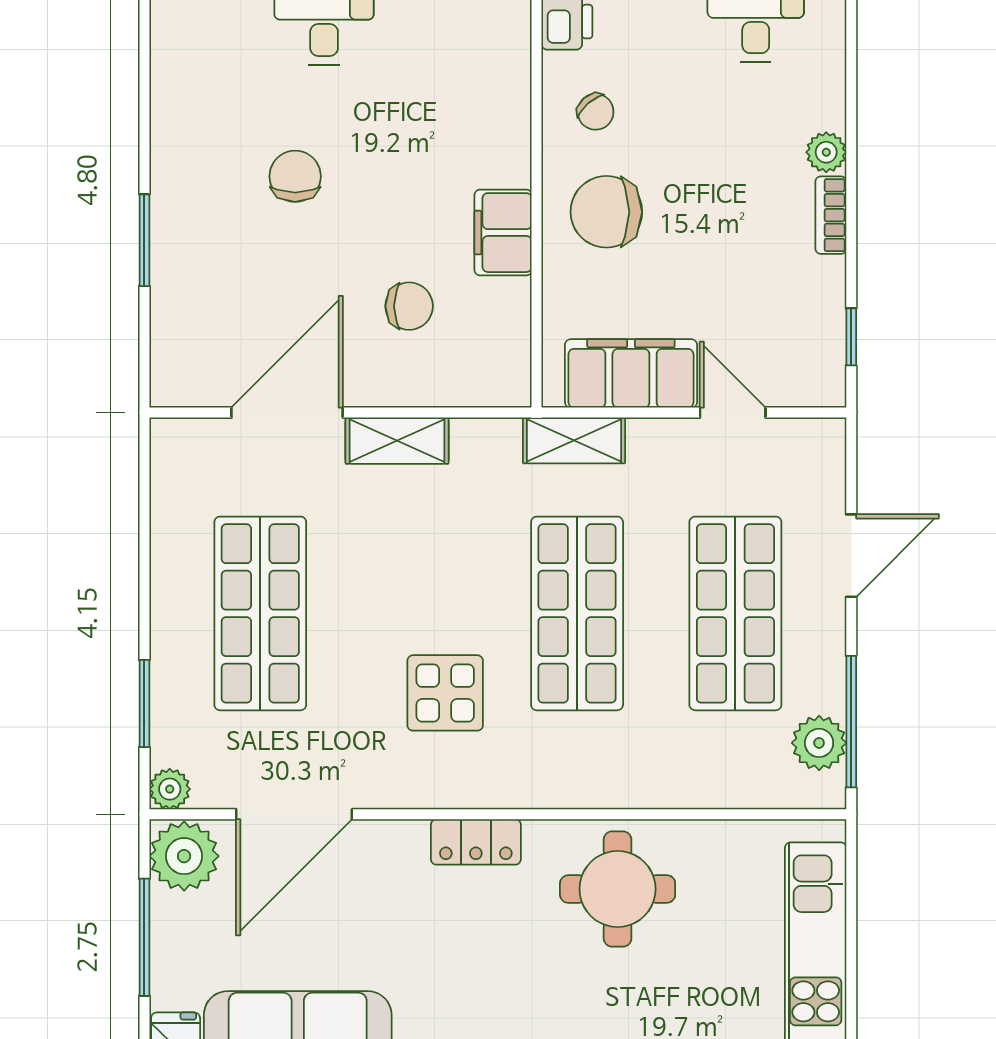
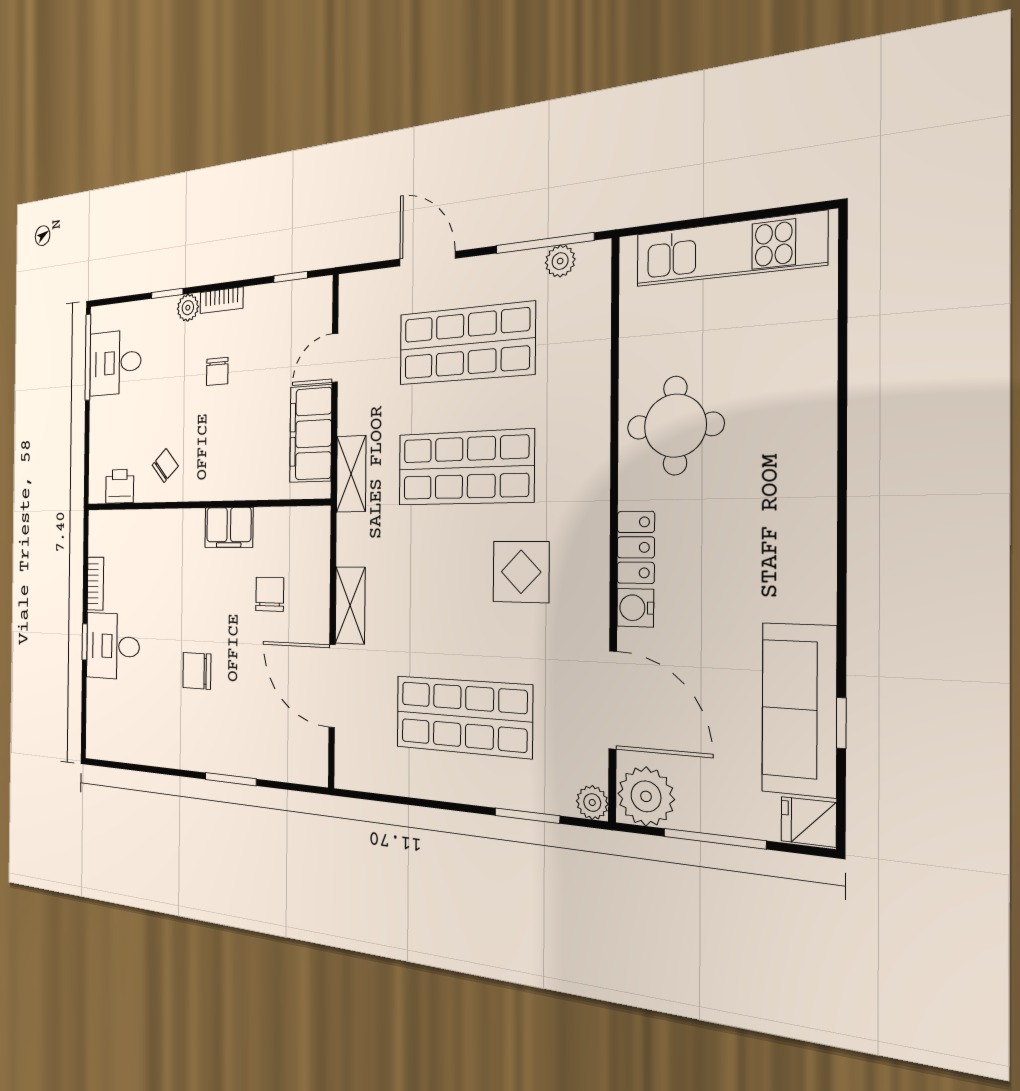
window: (851, 112) -> (167, 293), added
chair: (606, 212) -> (217, 371), moved, width x0.54, depth x0.54
plant: (819, 743) -> (560, 261), width x0.73, depth x0.73
water cooler: (405, 842) -> (635, 608), added

